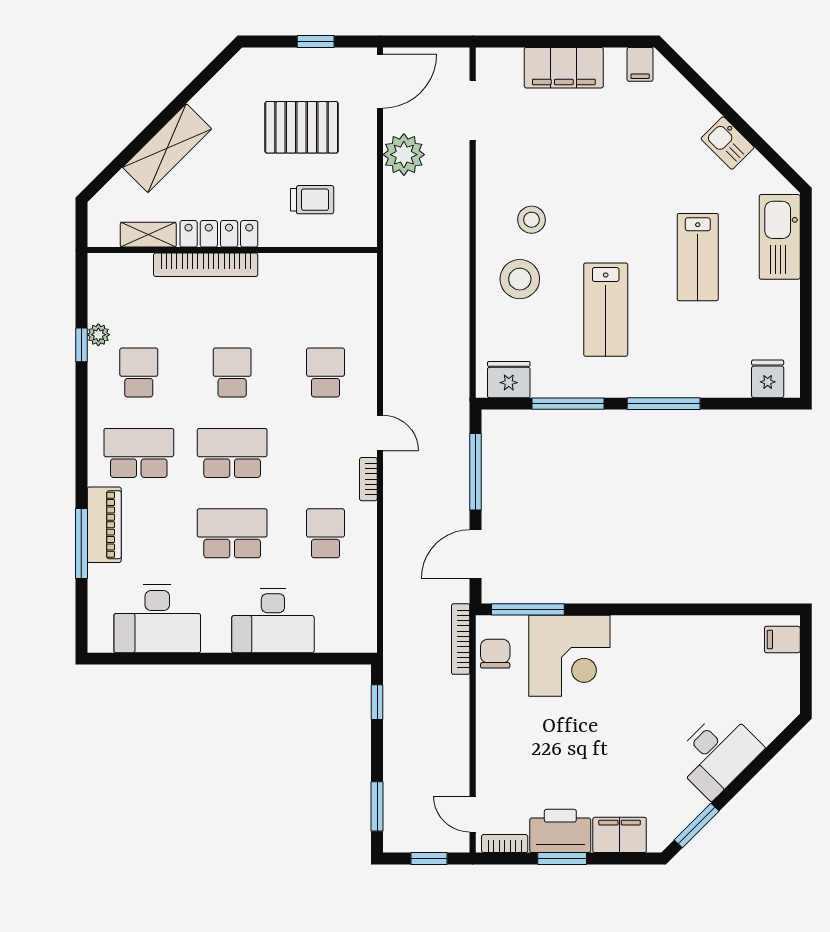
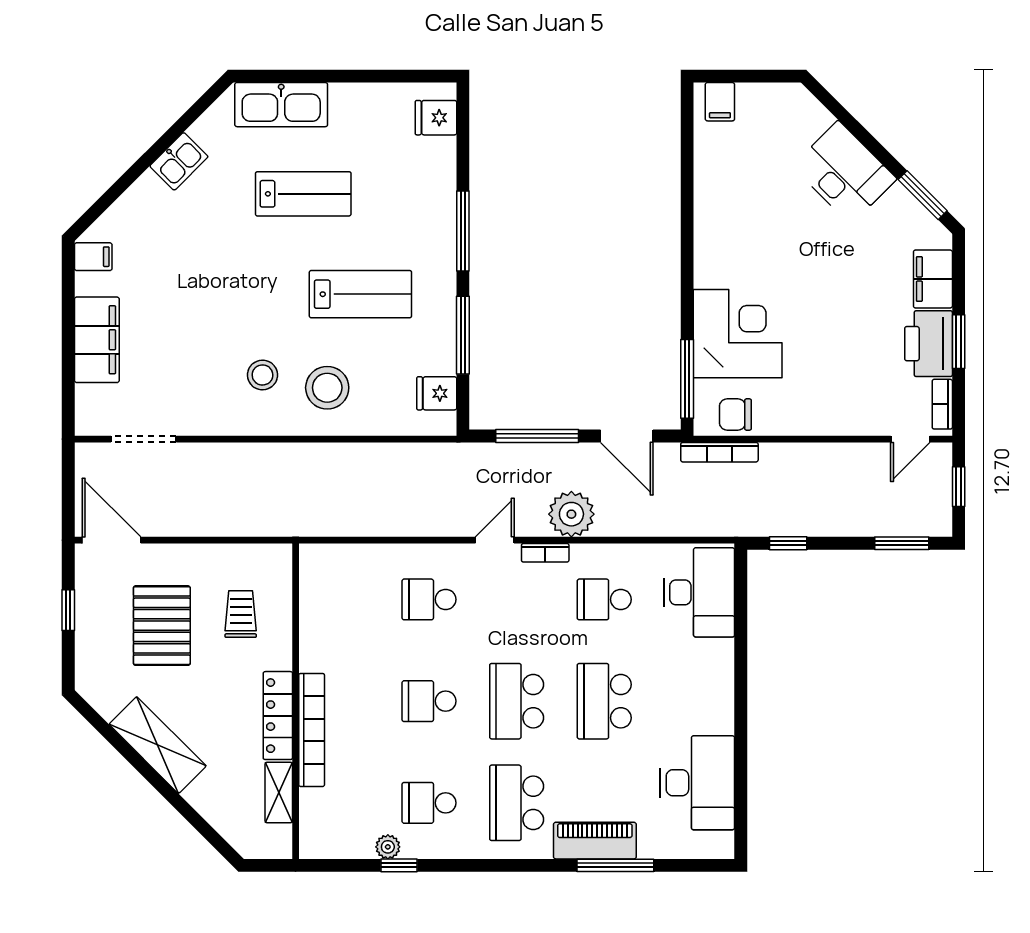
shelving: (167, 148) -> (158, 745), moved
plant: (404, 155) -> (571, 514), moved
fridge: (509, 380) -> (437, 393), width x0.72
desk: (273, 621) -> (699, 592), moved

